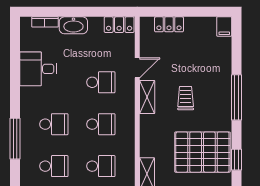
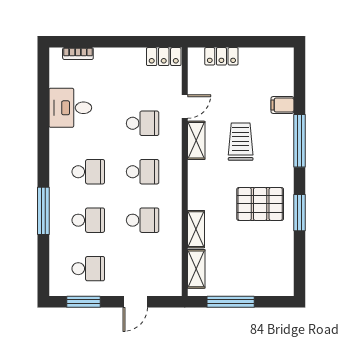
washbasin: (73, 25) -> (111, 57), removed
filing cabinet: (224, 27) -> (282, 105), moved, turned 90
trolley: (186, 98) -> (241, 142), width x1.36, depth x1.39
window: (15, 139) -> (43, 211), moved
pallet: (202, 152) -> (260, 204), width x0.73, depth x0.71
window: (237, 160) -> (300, 213), width x1.50

